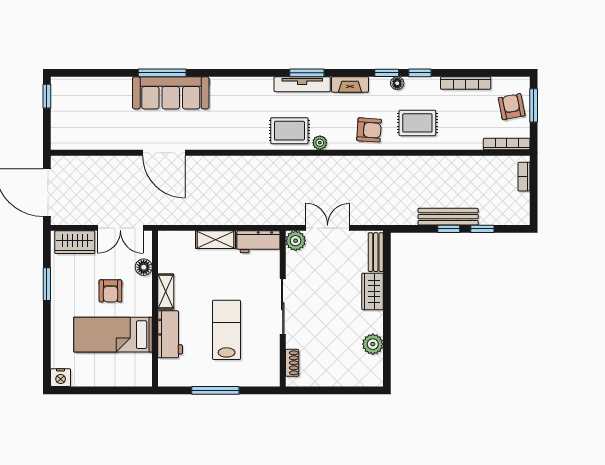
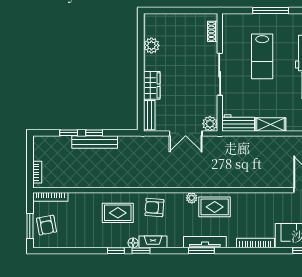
bookcase: (466, 83) -> (255, 243), moved
fireplace: (350, 84) -> (153, 242), moved

